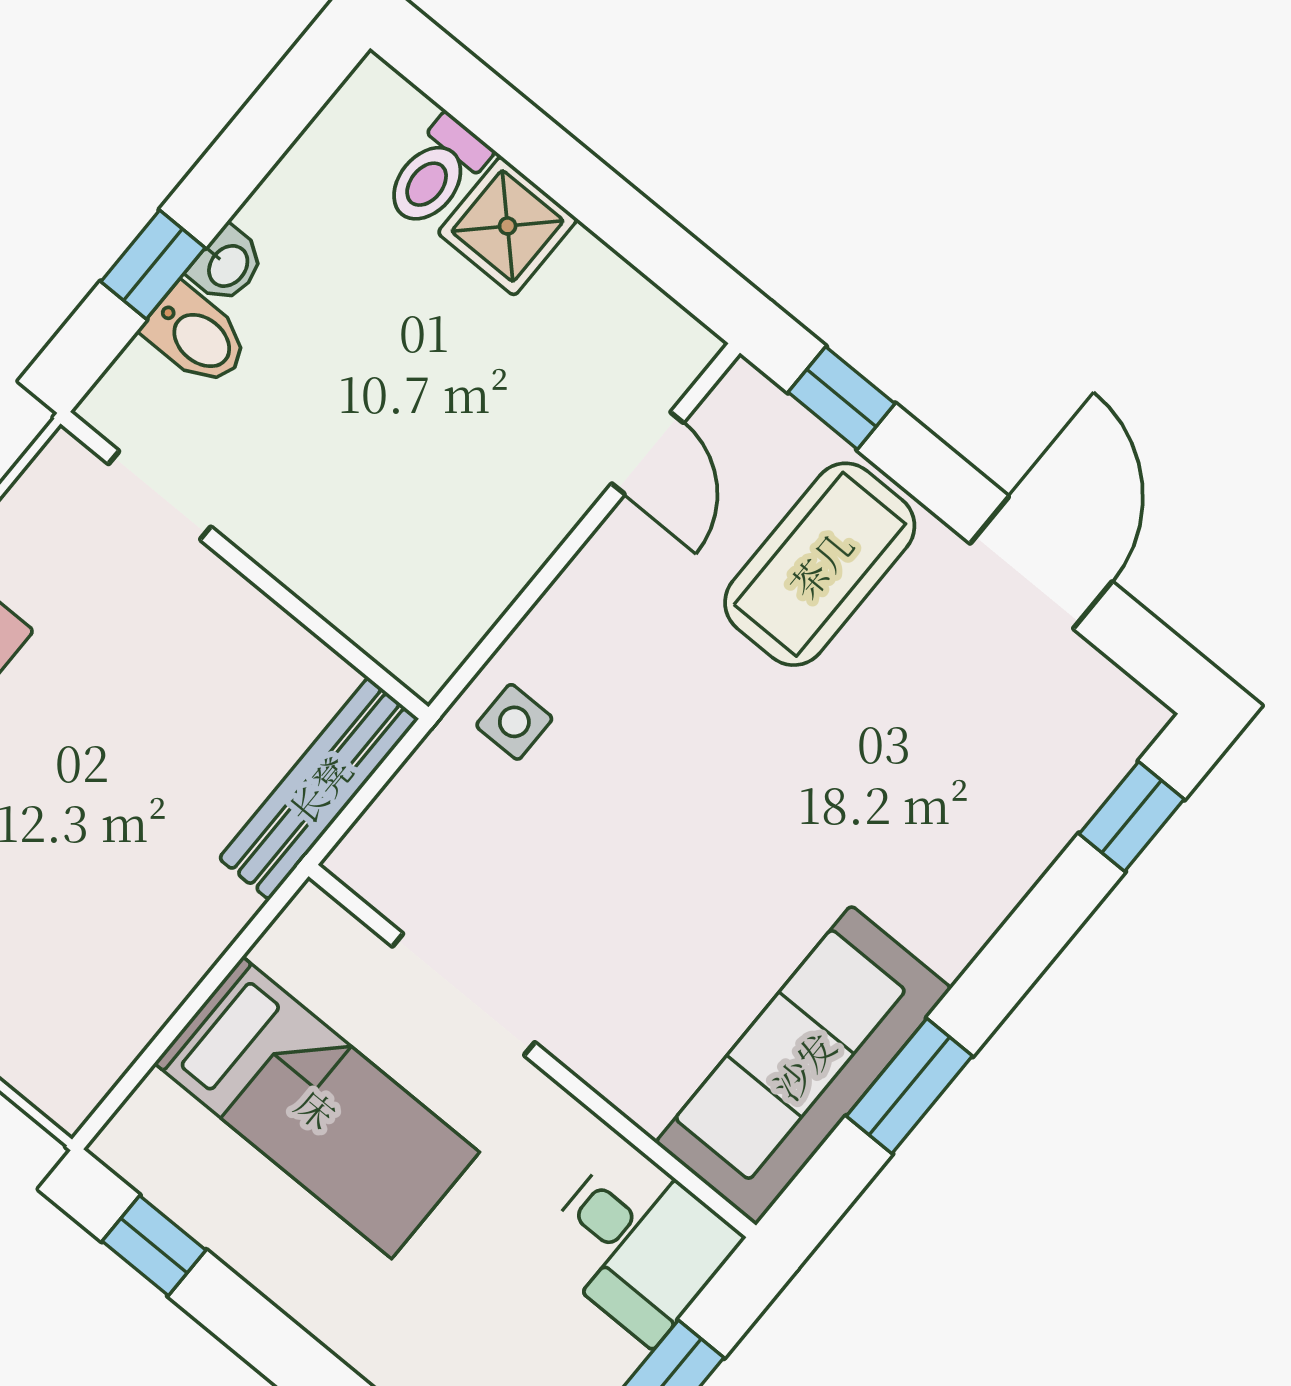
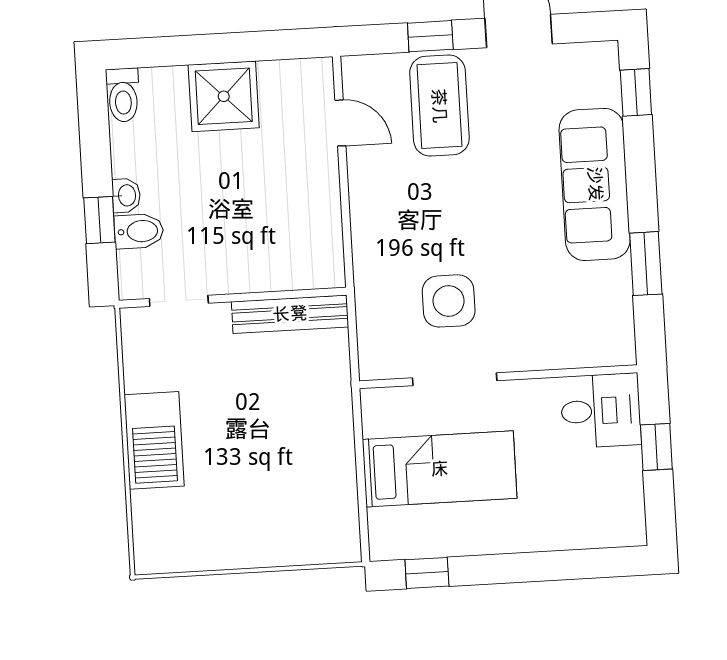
toilet: (436, 172) -> (123, 95), moved
shower: (508, 226) -> (224, 96), width x1.36, depth x1.36
window: (841, 398) -> (430, 36), moved
side table: (514, 722) -> (449, 301), moved, width x1.87, depth x1.87
bench: (319, 789) -> (290, 314), moved, turned 90
sofa: (803, 1065) -> (595, 184), moved

